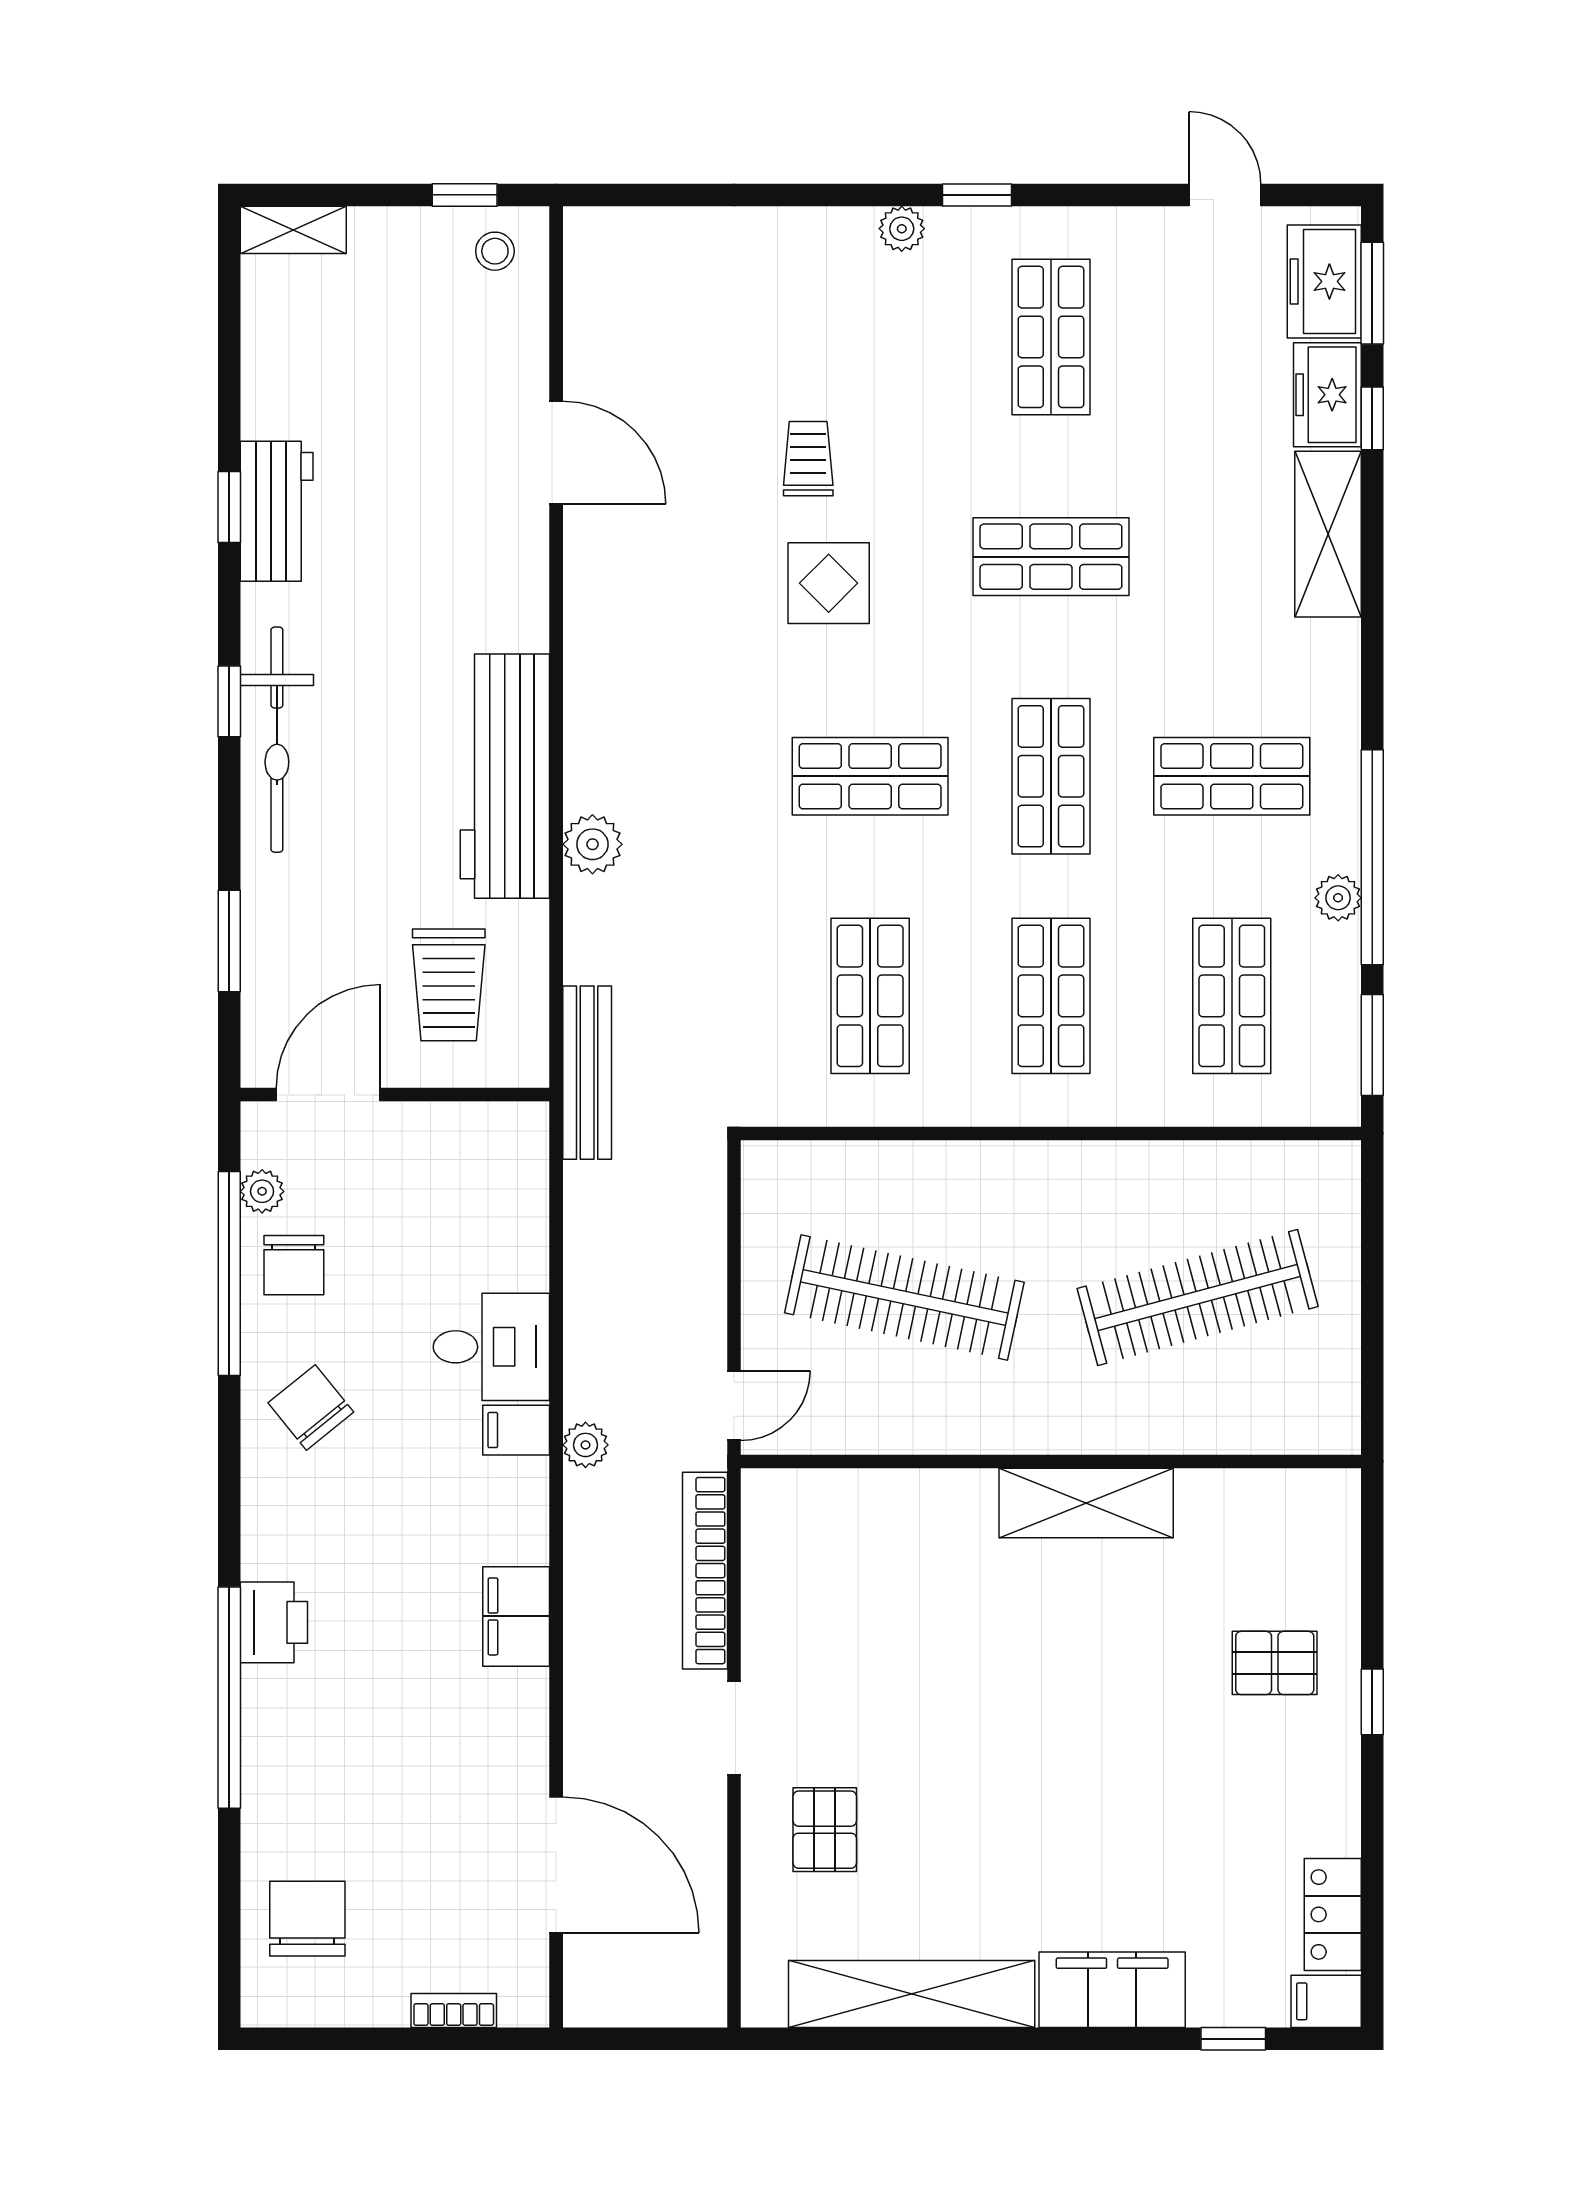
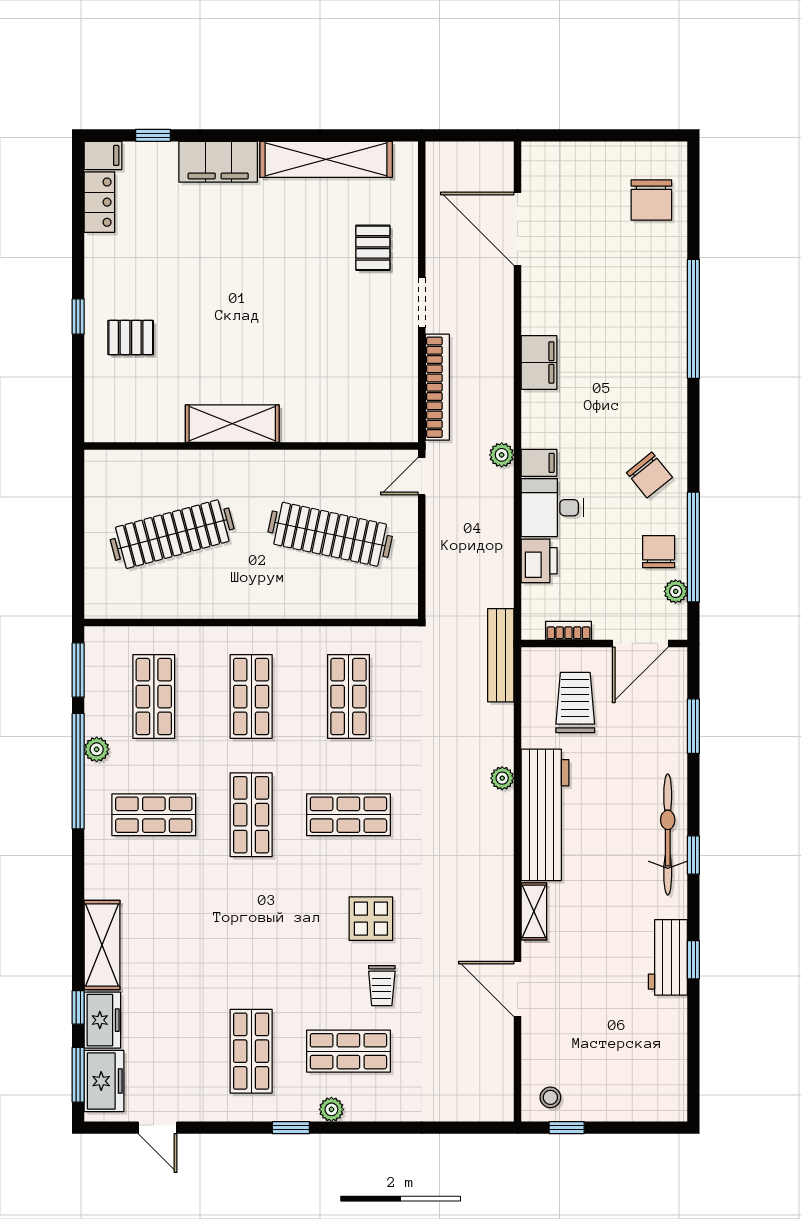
shelving: (293, 230) -> (534, 911), moved, turned 90
shop shelf: (1051, 557) -> (348, 1051), moved
plant: (592, 844) -> (502, 778), width x0.73, depth x0.73
printer: (274, 1622) -> (539, 561), moved, turned 180
bookcase: (454, 2010) -> (568, 631), moved, turned 180

